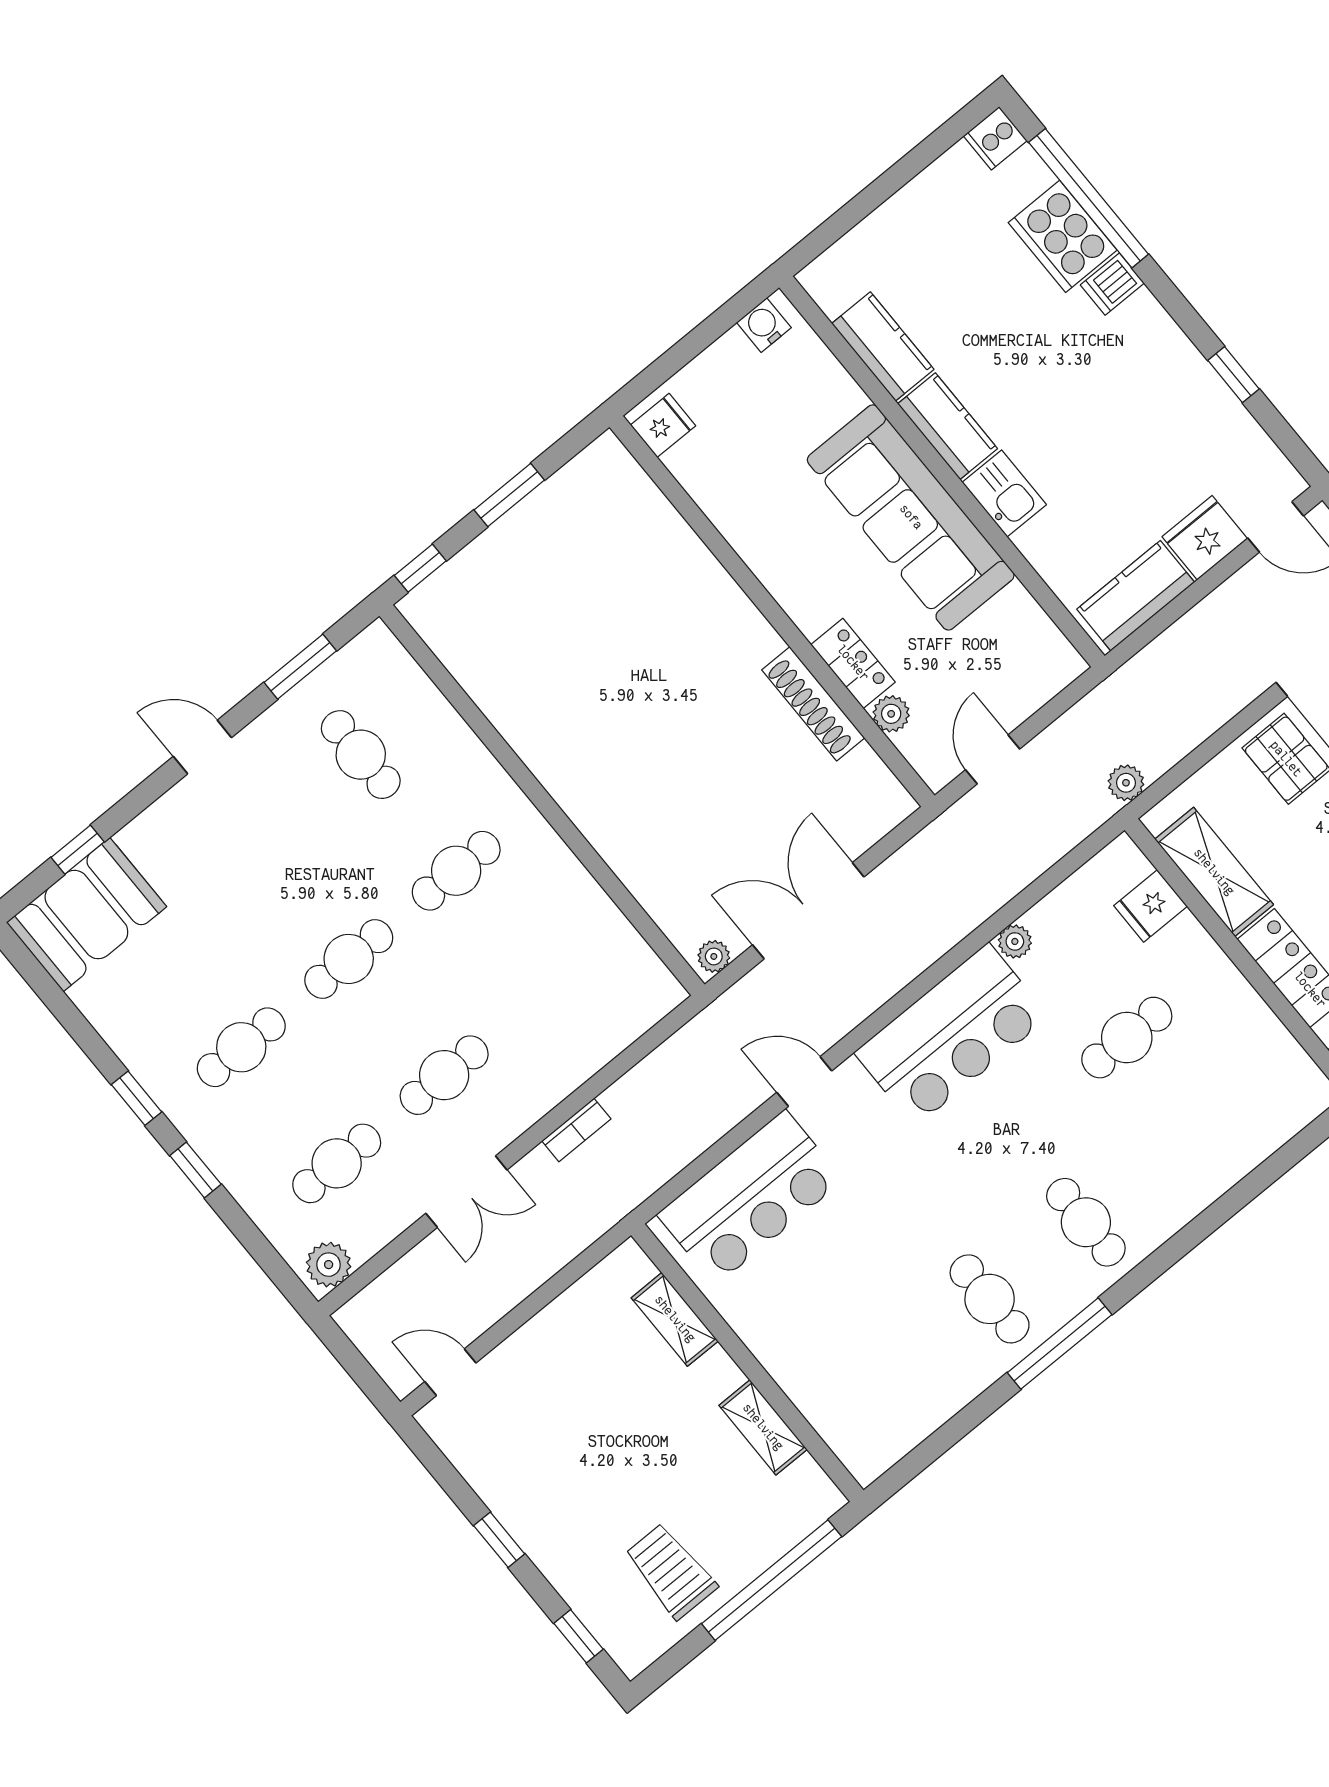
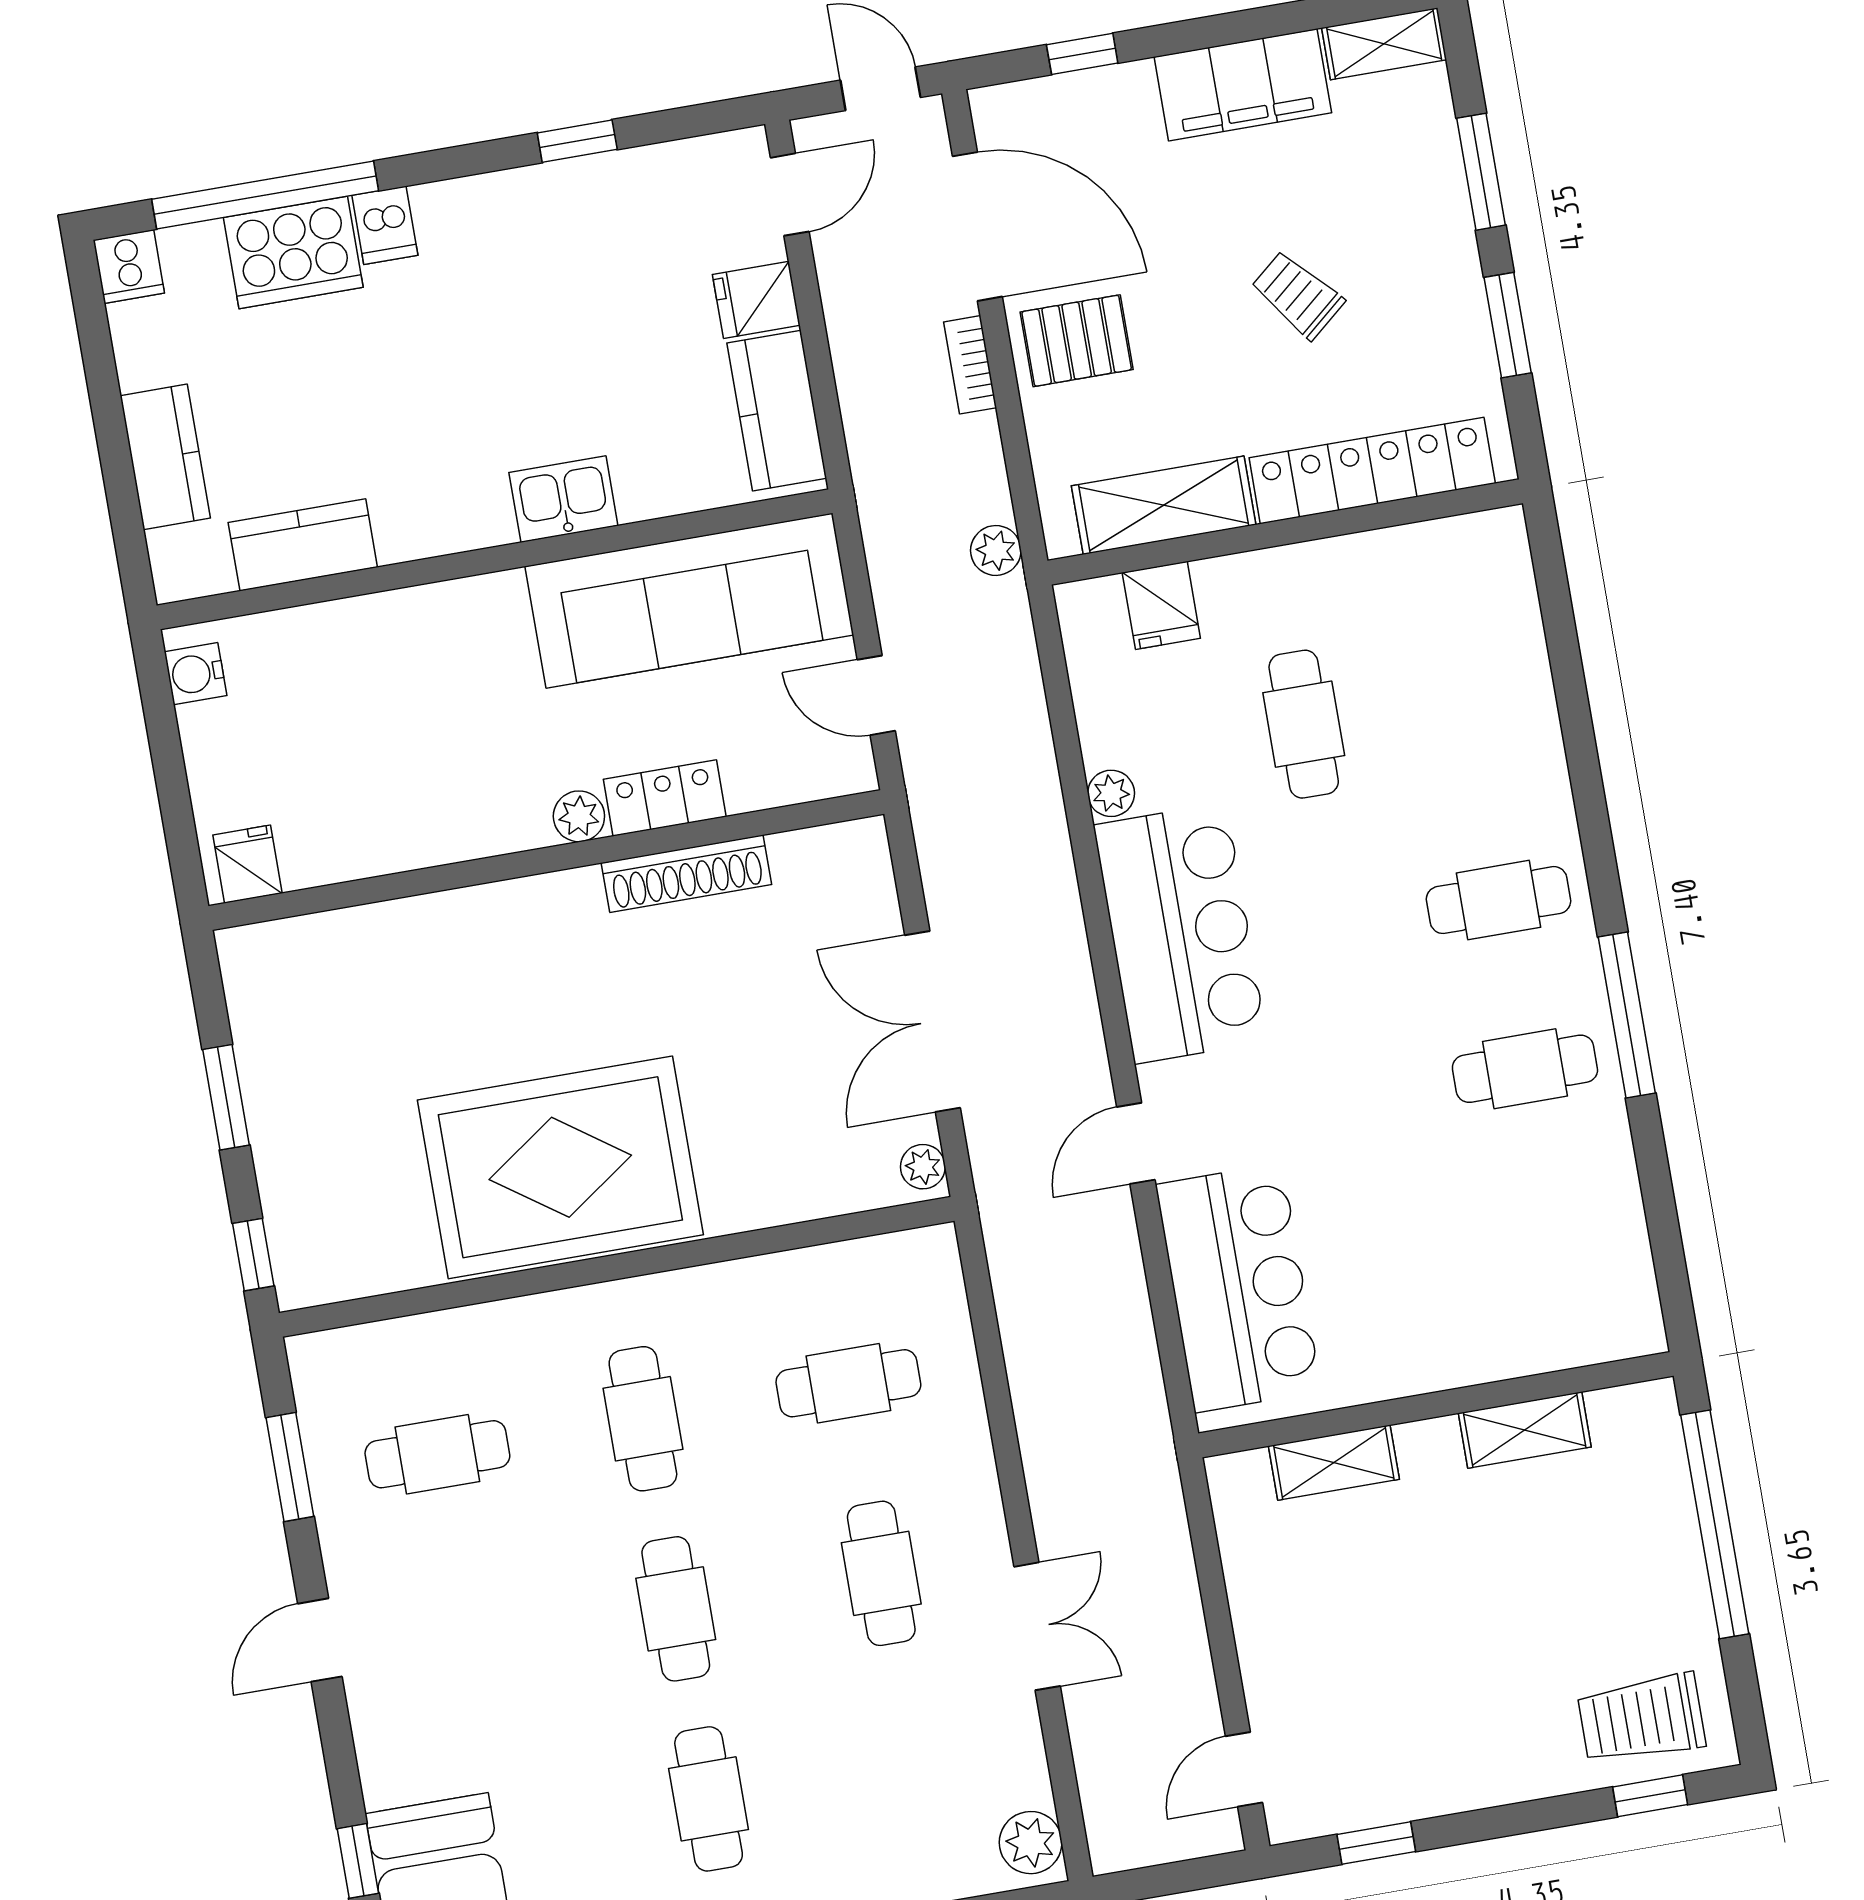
kitchen counter: (948, 426) -> (165, 457), moved, turned 90
sofa: (911, 517) -> (689, 601), moved
fridge: (1205, 538) -> (756, 300), width x0.72
plant: (891, 714) -> (579, 816), moved
rug: (584, 729) -> (560, 1167), added
bookcase: (576, 1130) -> (970, 365), moved, turned 180
cafe table: (337, 1163) -> (848, 1383), moved, turned 90
window: (499, 1540) -> (1376, 1843), moved
trolley: (671, 1571) -> (1641, 1719), moved

